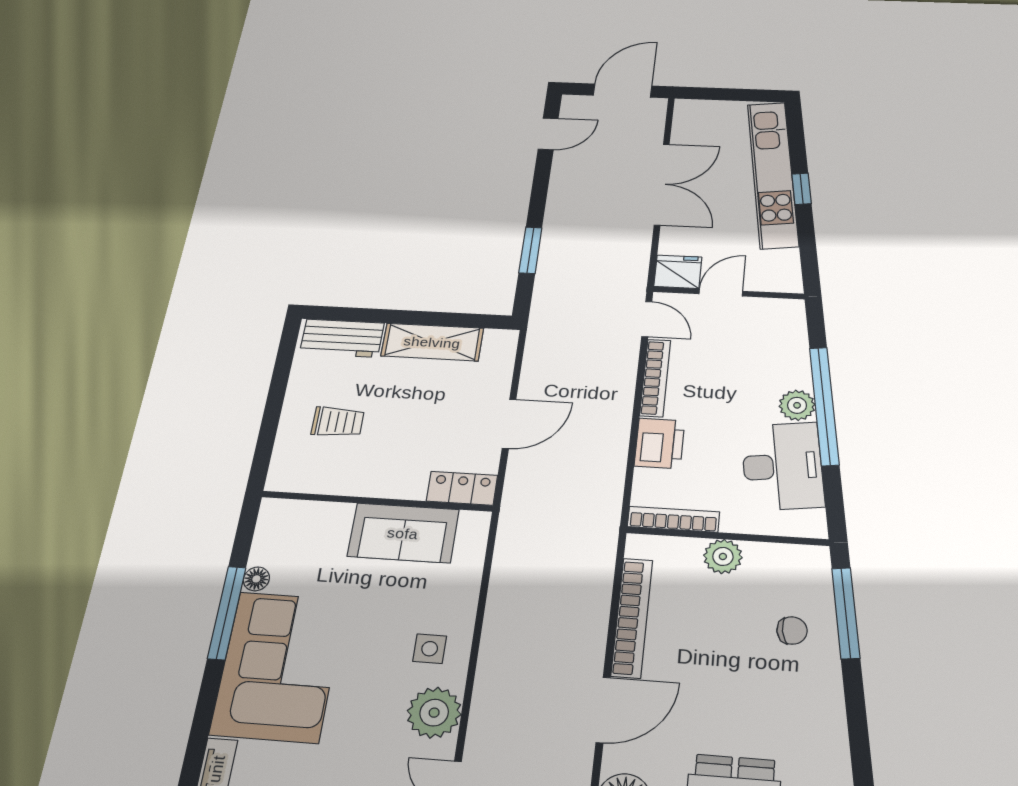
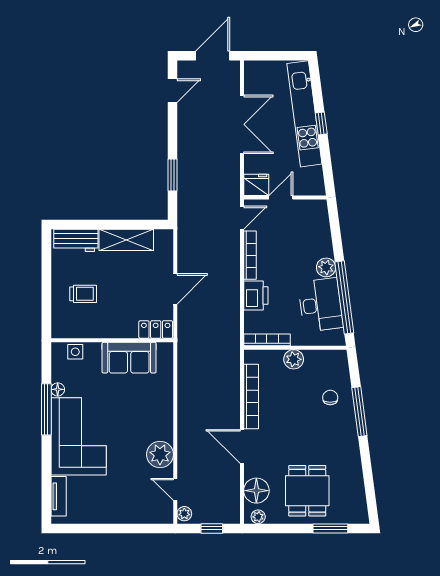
door: (647, 319) -> (242, 218), hinge flipped
window: (824, 406) -> (344, 297), moved
window: (846, 613) -> (359, 412), moved
chair: (792, 631) -> (330, 398), turned -82
side table: (430, 649) -> (75, 352), moved
door: (603, 710) -> (242, 446), swing flipped

